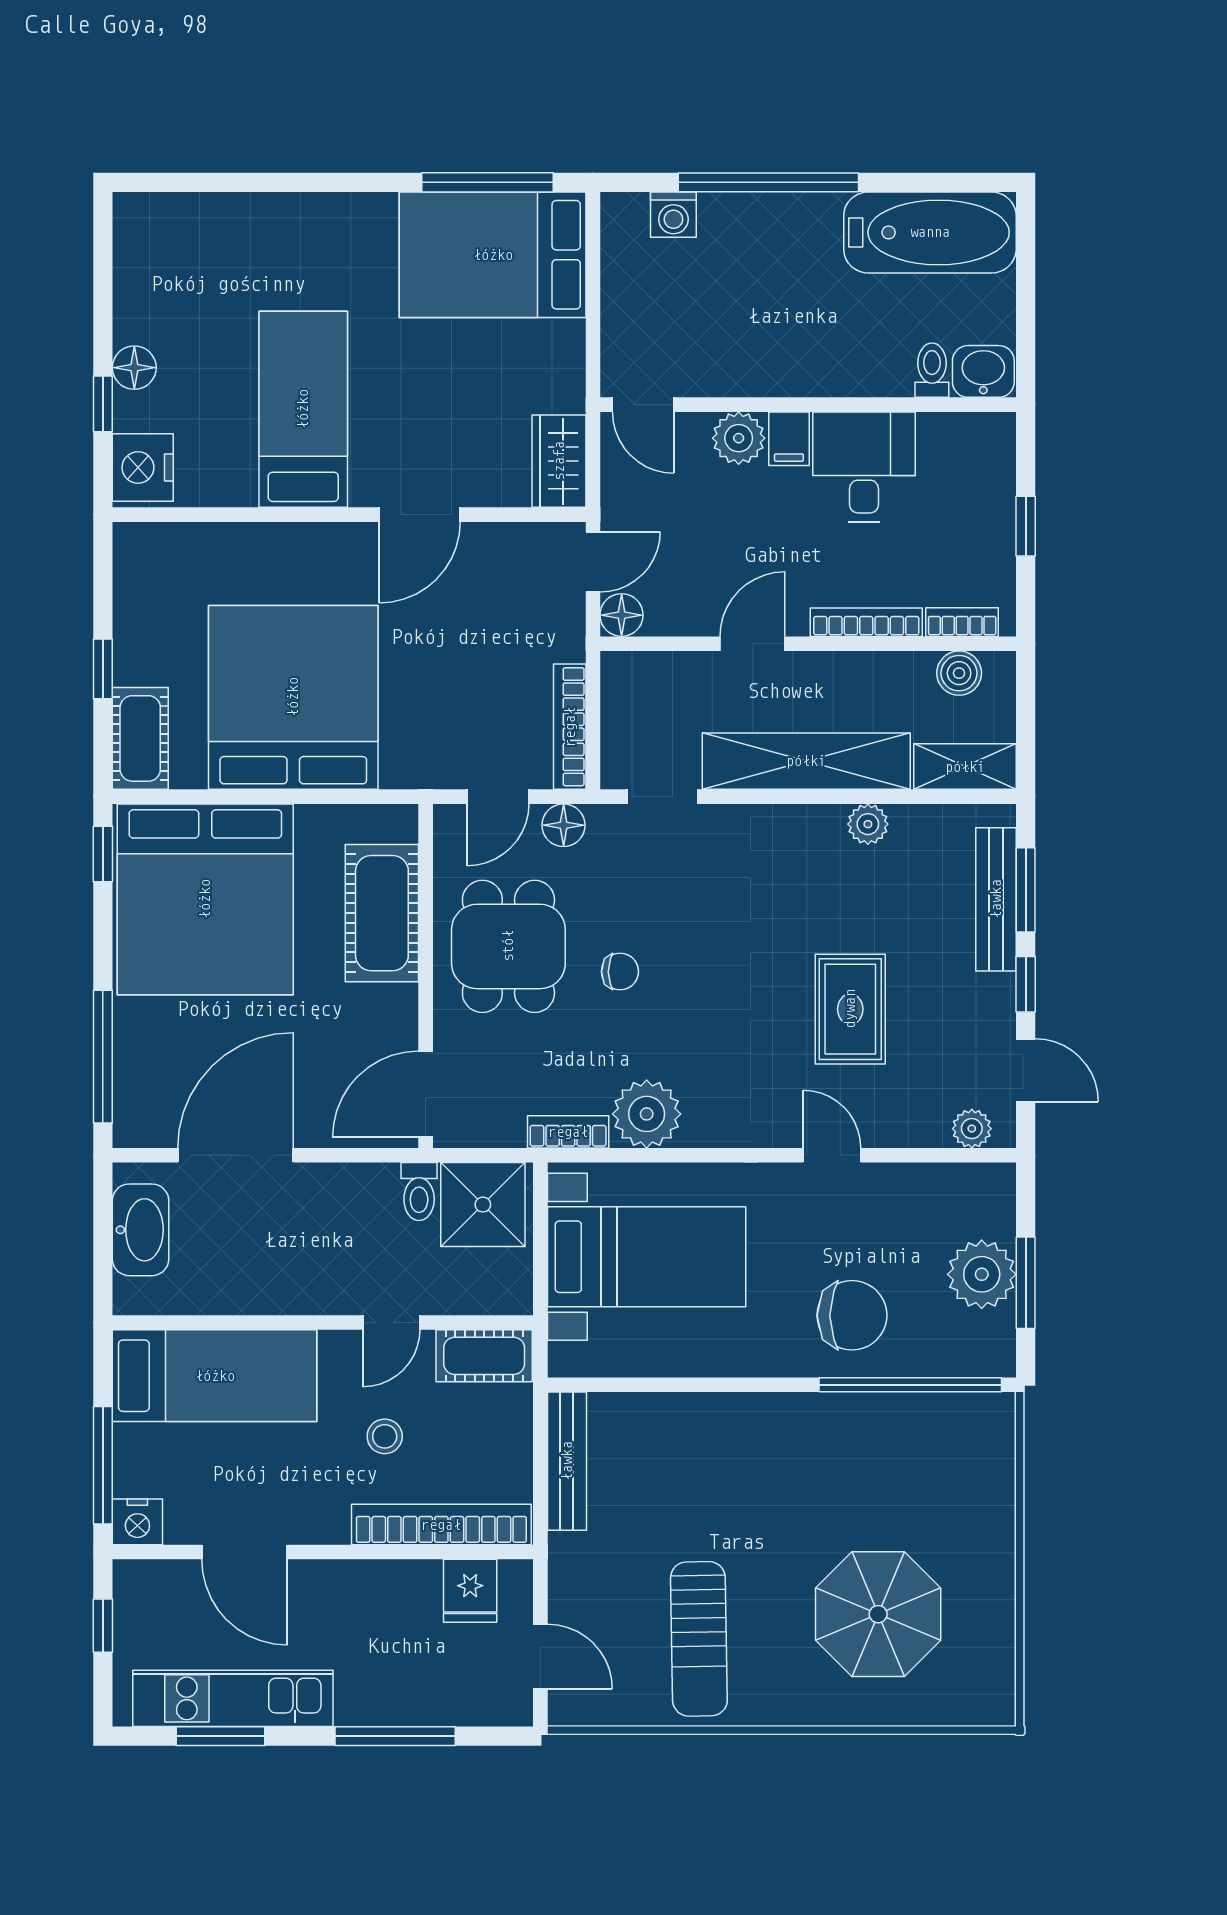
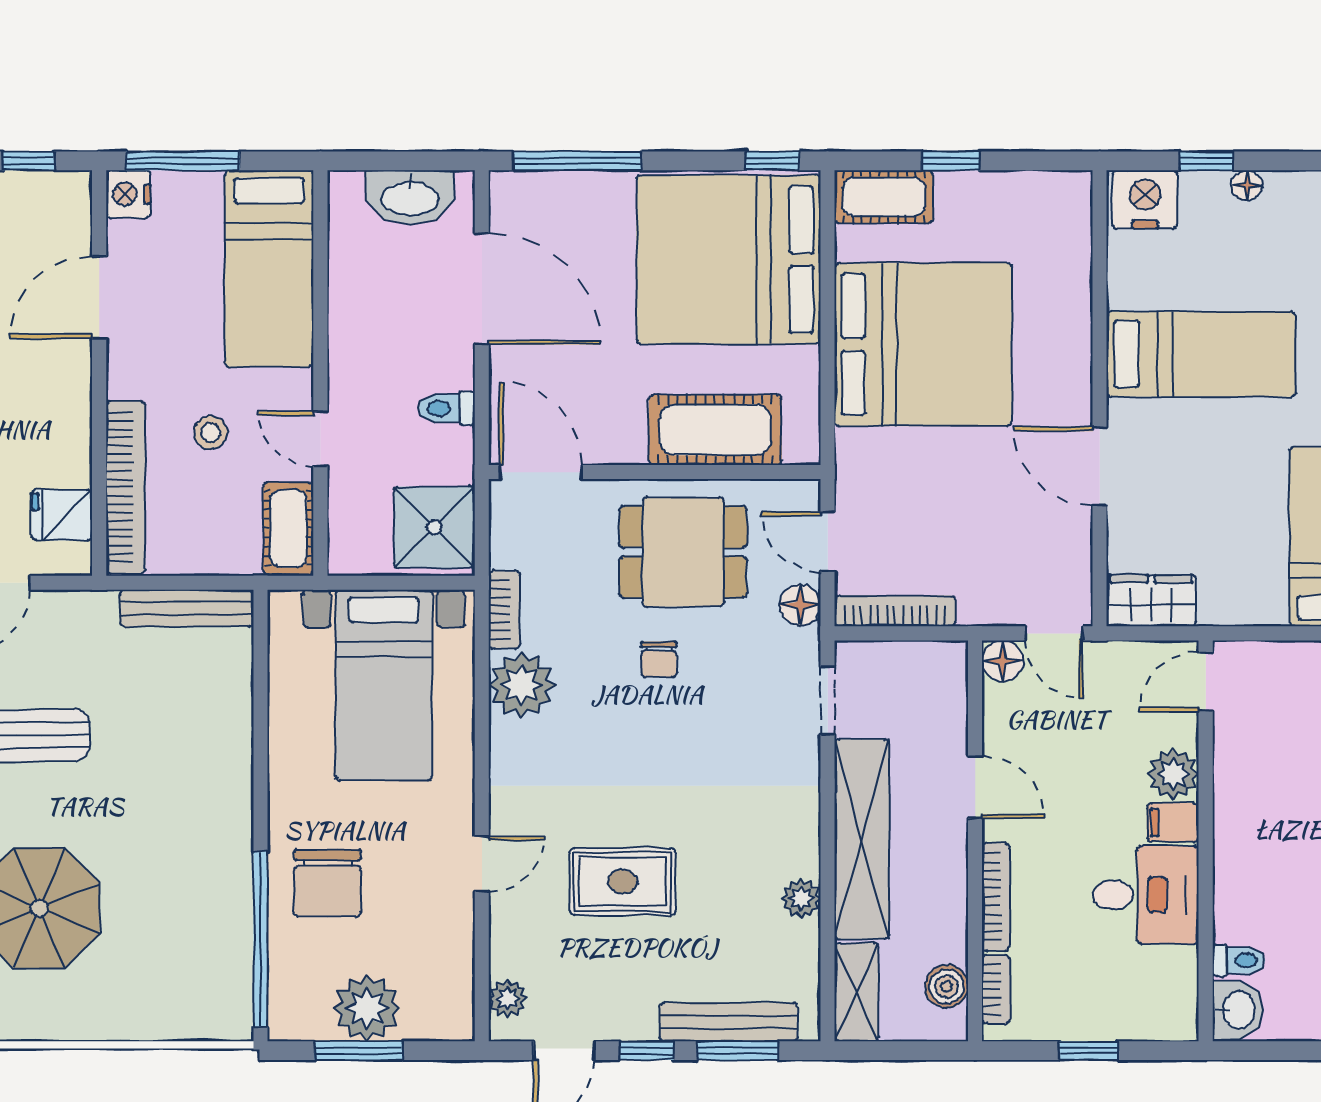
floor lamp: (134, 368) -> (1247, 185), width x0.73, depth x0.73
toilet: (419, 1192) -> (447, 408), moved

